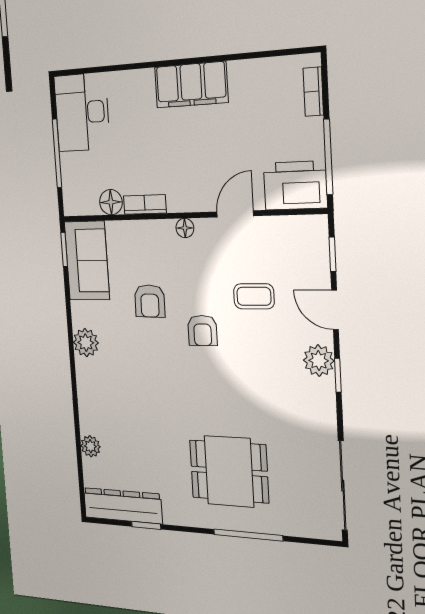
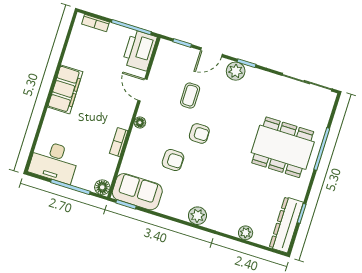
floor lamp: (111, 202) -> (102, 187), moved
plant: (86, 343) -> (197, 216), moved
dining table: (229, 471) -> (283, 147), width x1.38

